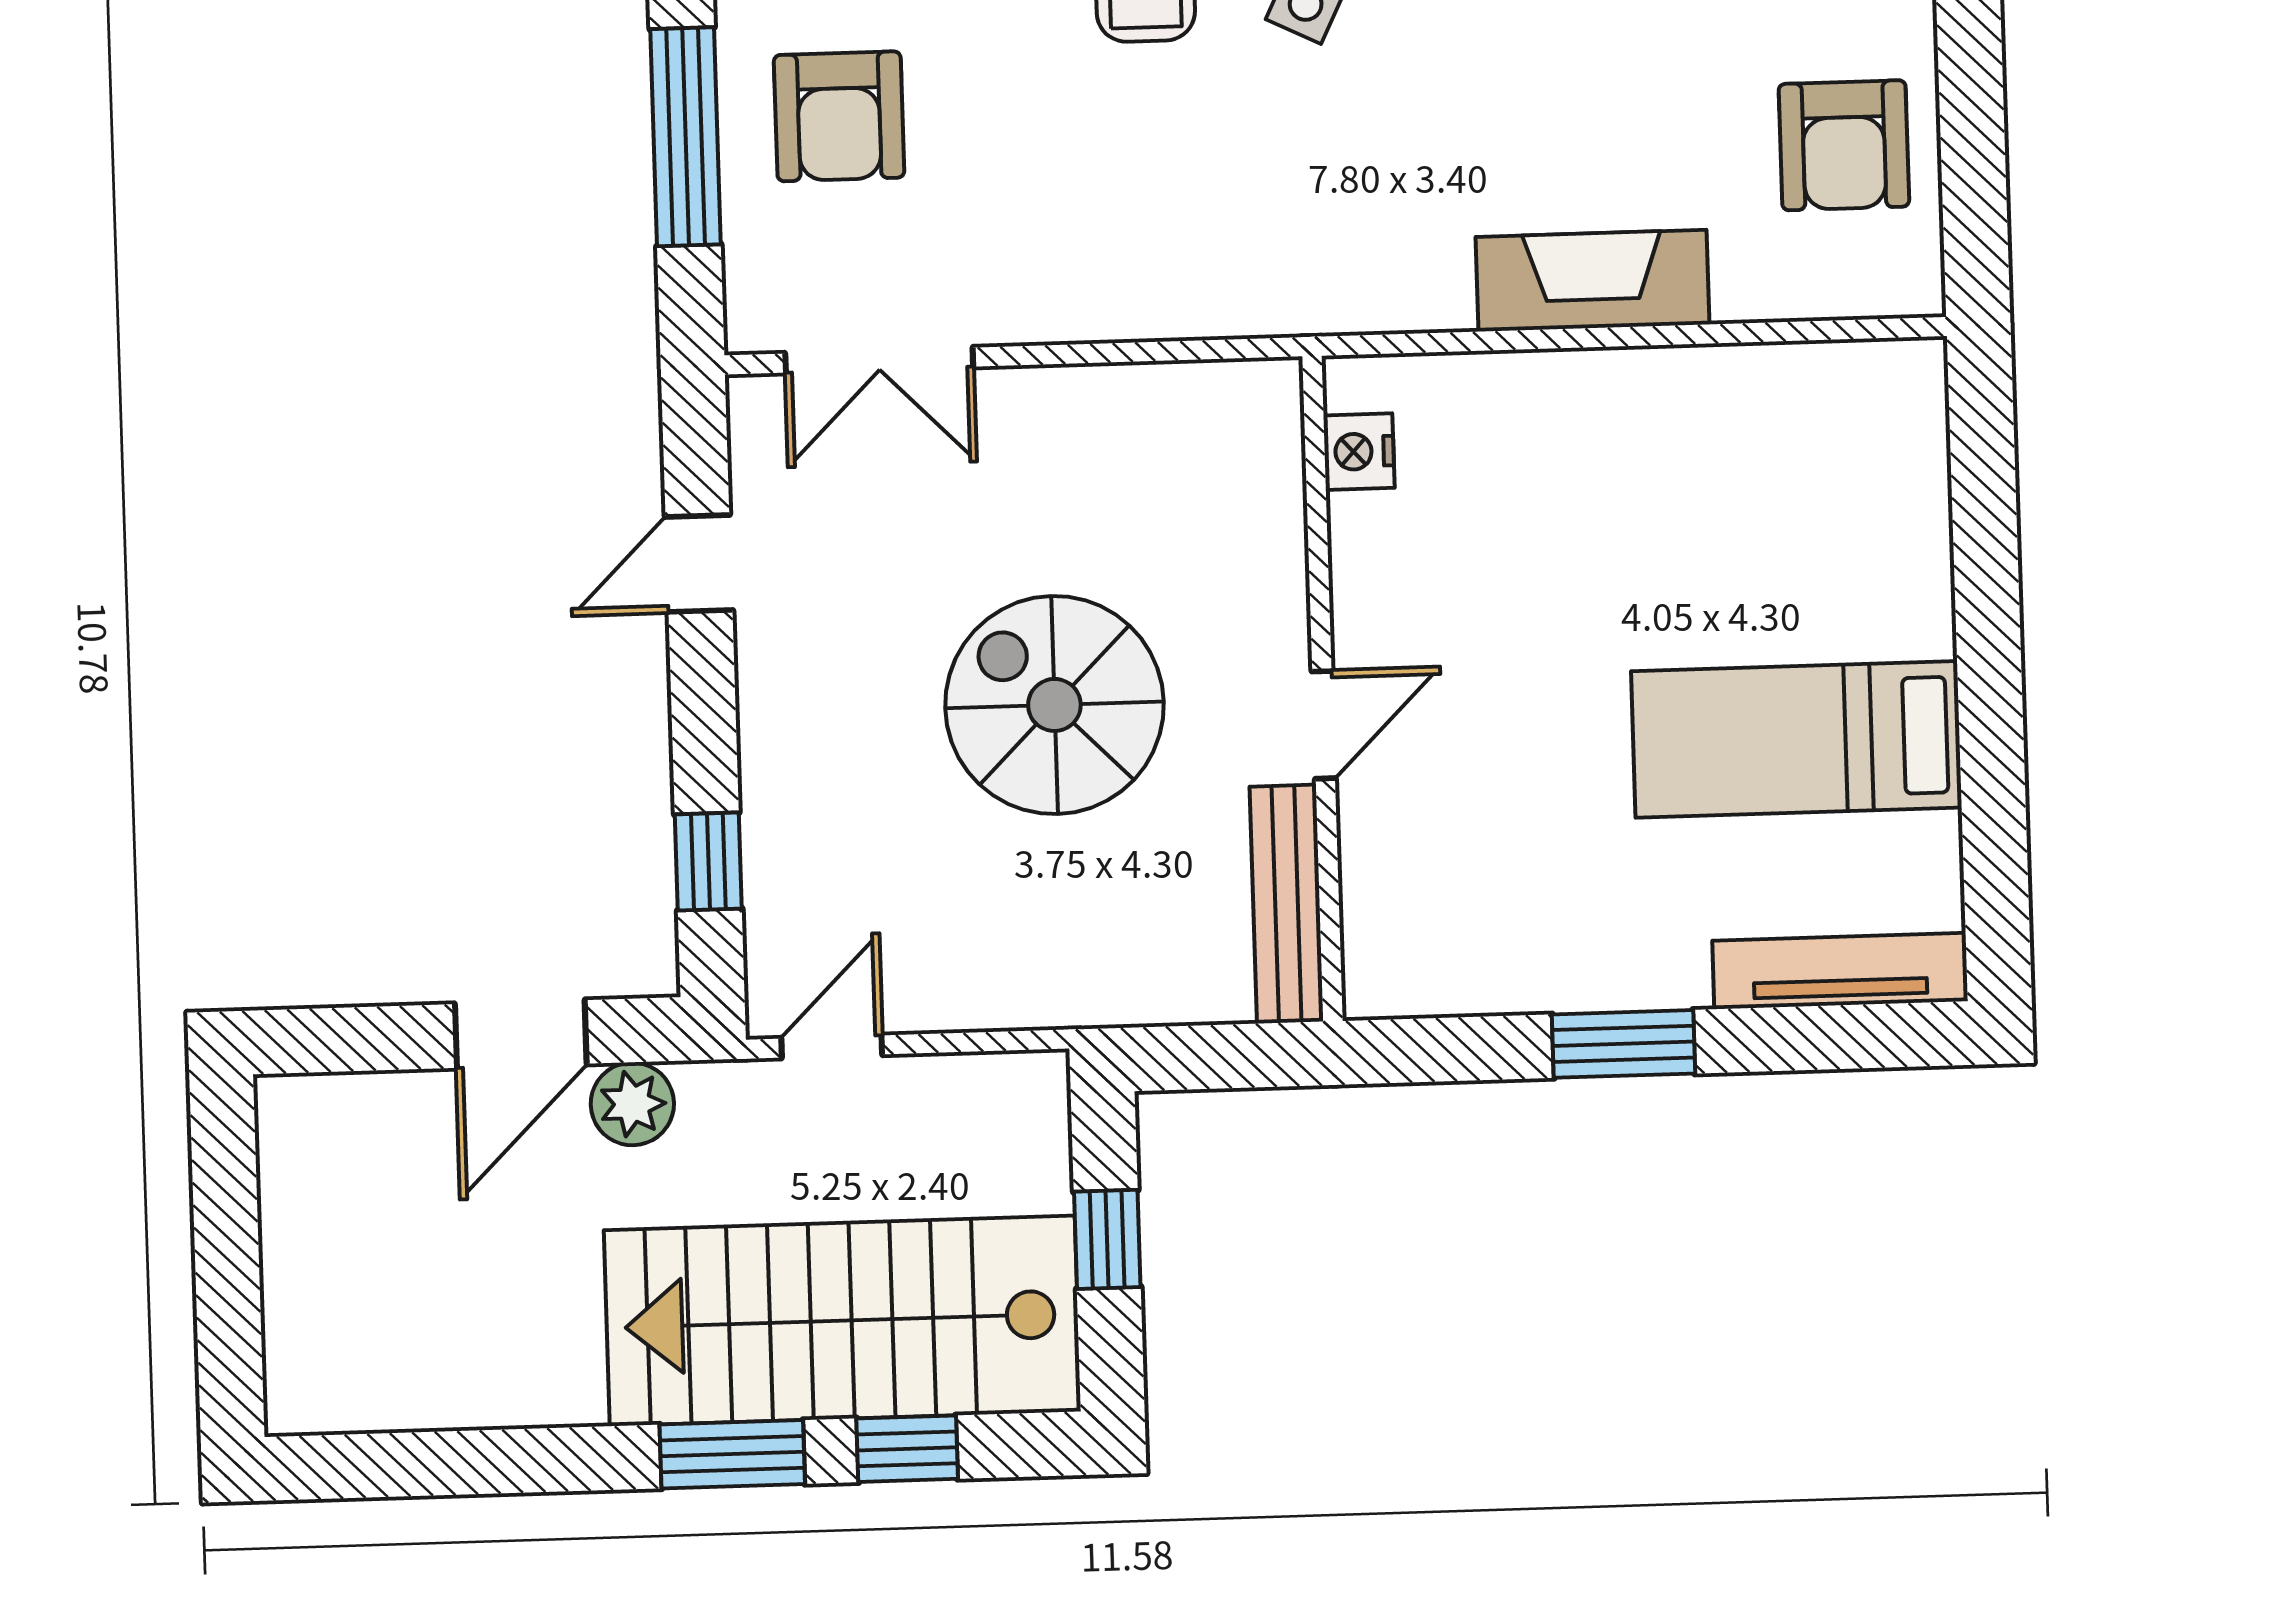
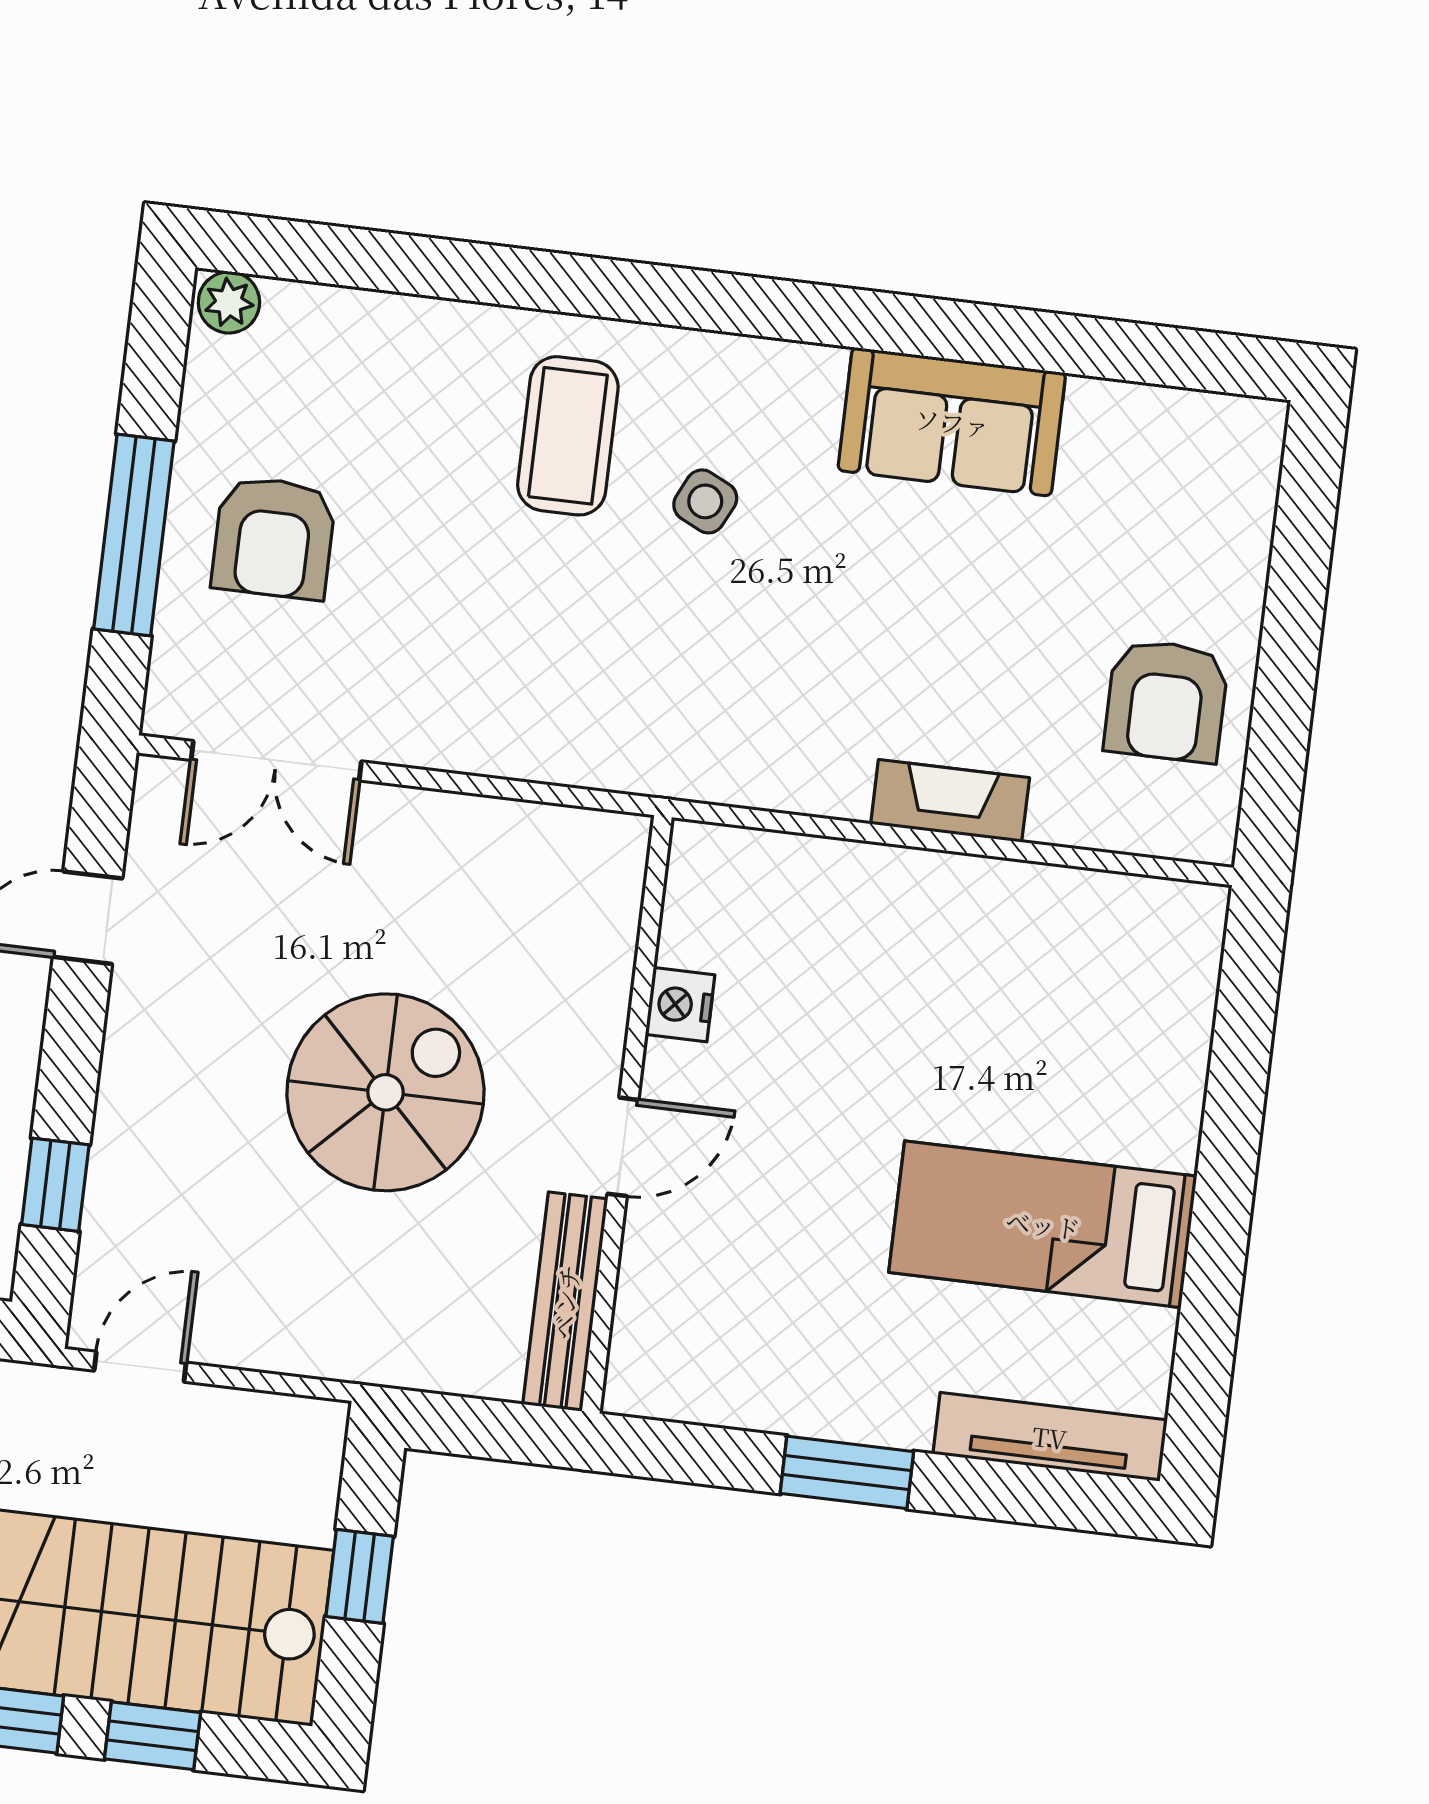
fireplace: (1593, 281) -> (950, 801), width x0.73, depth x0.76
nightstand: (1359, 452) -> (680, 1005), moved
spiral stairs: (1054, 705) -> (385, 1092), turned 90

